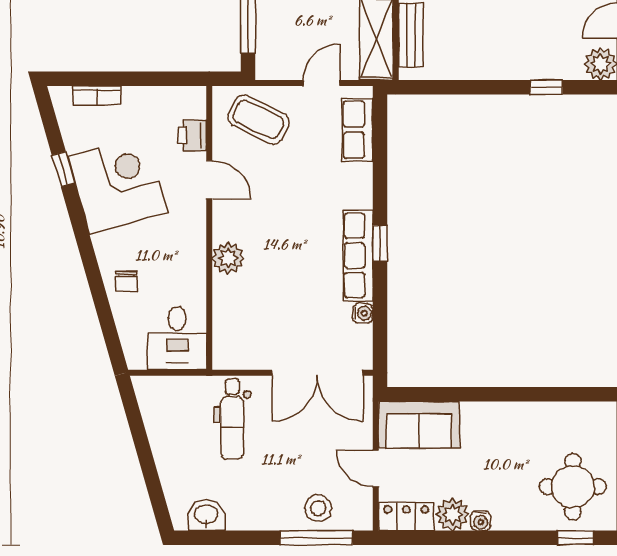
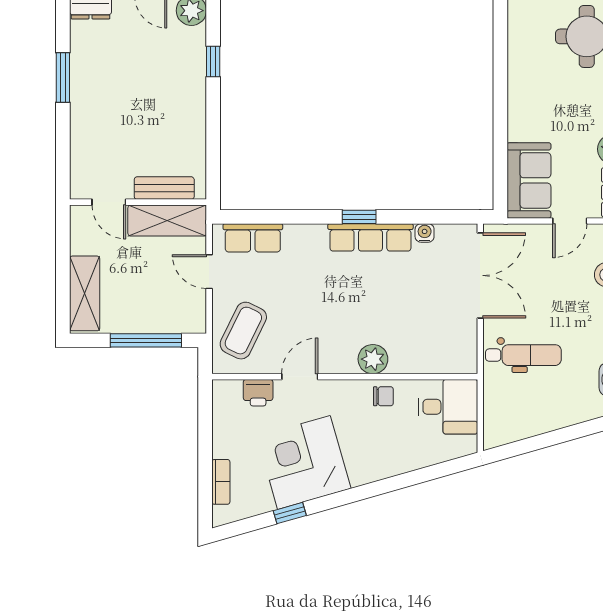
chair: (126, 282) -> (383, 396), moved

